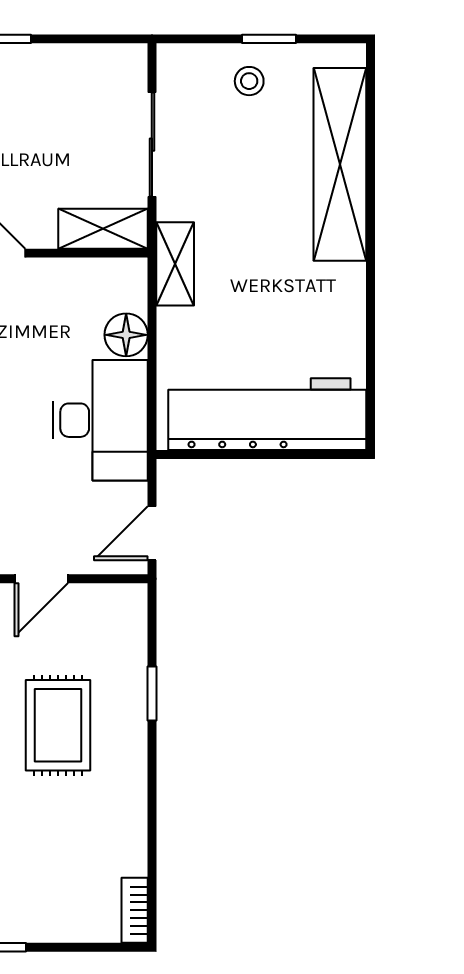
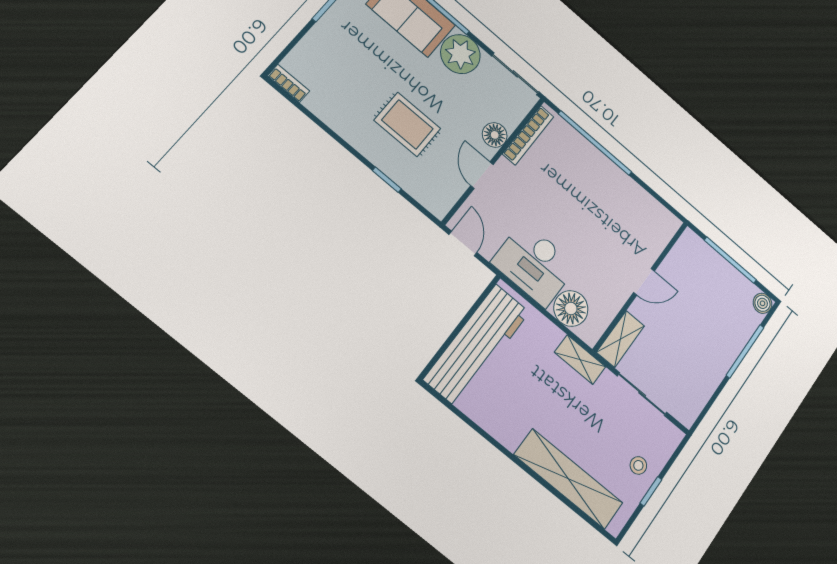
floor lamp: (126, 335) -> (571, 308), width x1.38, depth x1.38

